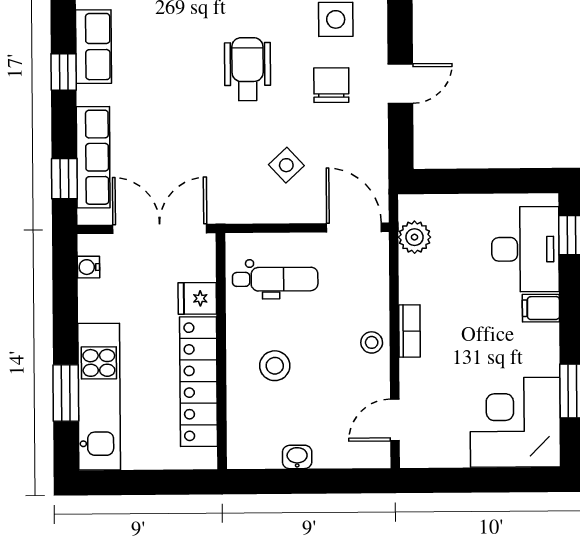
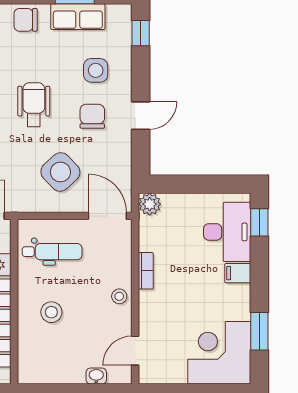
side table: (286, 165) -> (60, 172), width x1.87, depth x1.87
plant: (415, 237) -> (150, 204), moved
bookcase: (410, 331) -> (146, 271), moved
washbasin: (297, 457) -> (96, 376), moved

